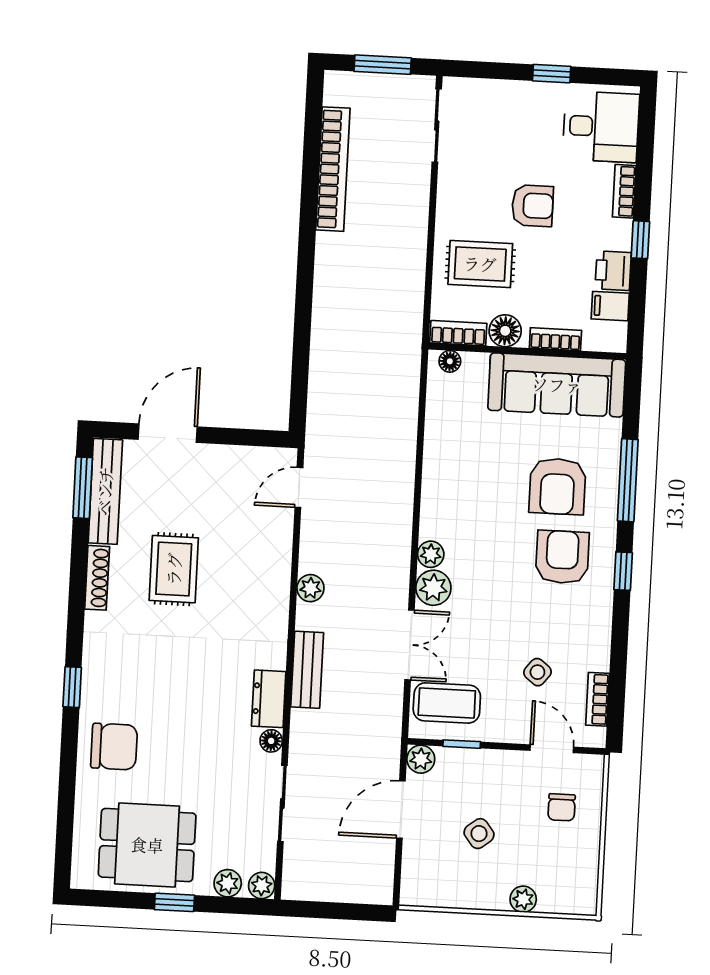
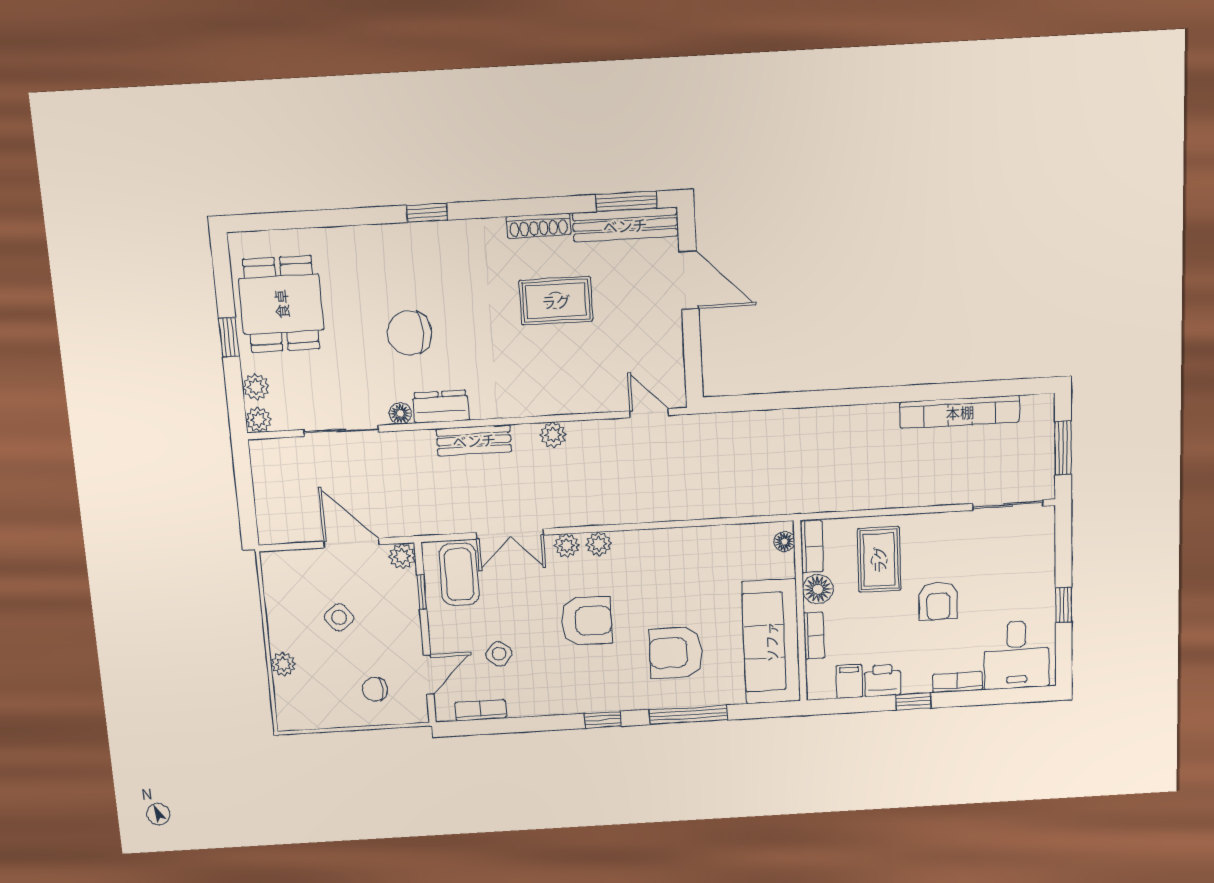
armchair: (562, 557) -> (587, 621), moved
plant: (433, 588) -> (567, 546), width x0.73, depth x0.73
chair: (114, 747) -> (409, 333), moved, turned 90

